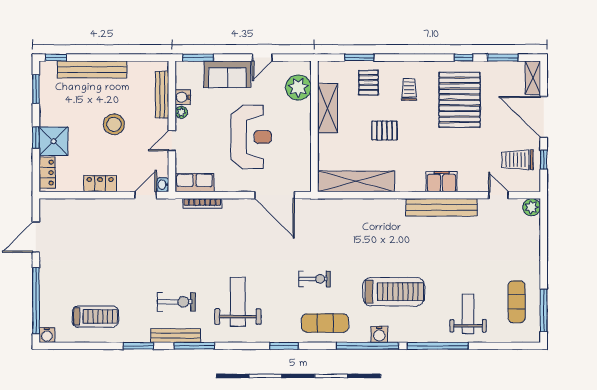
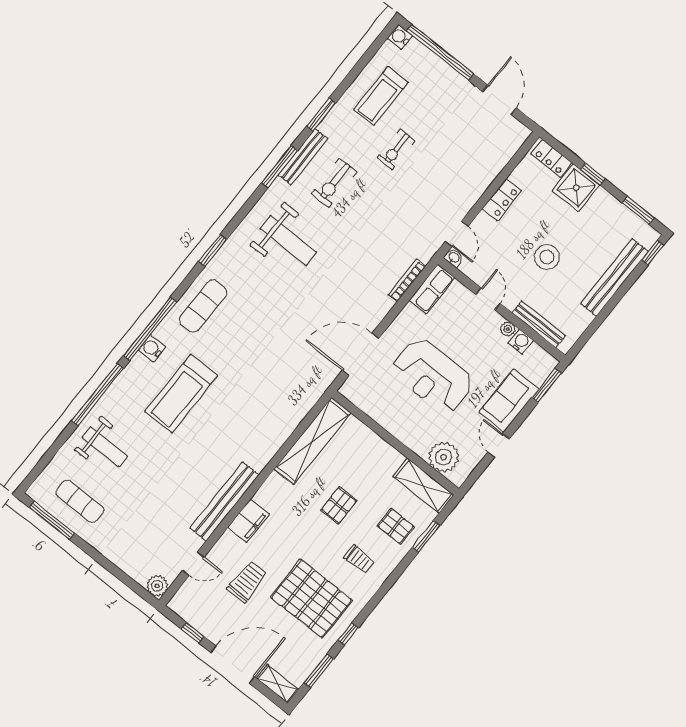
shelving: (328, 108) -> (423, 486), moved
trolley: (518, 160) -> (247, 582), moved
exercise bike: (315, 279) -> (396, 149), moved

